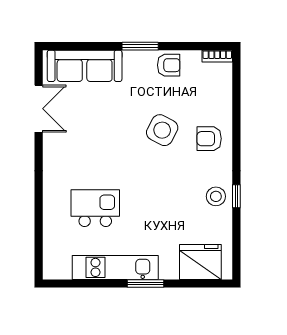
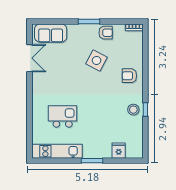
sofa: (85, 66) -> (51, 33), width x0.73
side table: (162, 130) -> (97, 60), moved
fridge: (200, 262) -> (119, 151), width x0.53, depth x0.75
kitchen unit: (115, 267) -> (57, 151), moved

